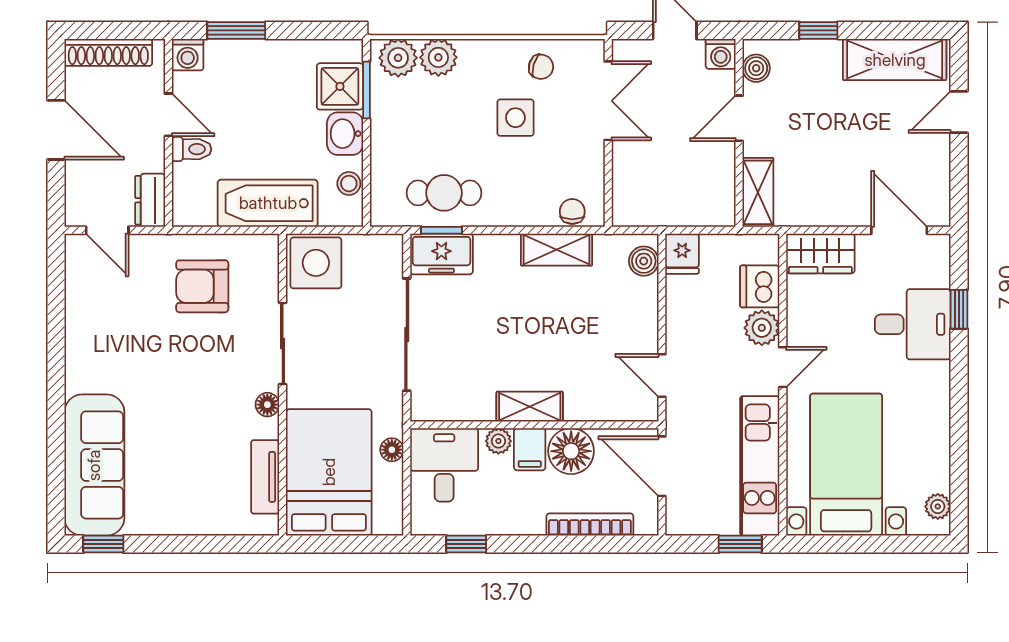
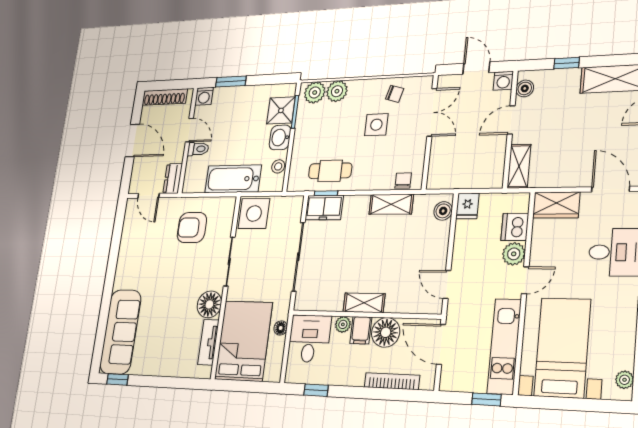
floor lamp: (267, 405) -> (209, 304), width x1.89, depth x1.89

